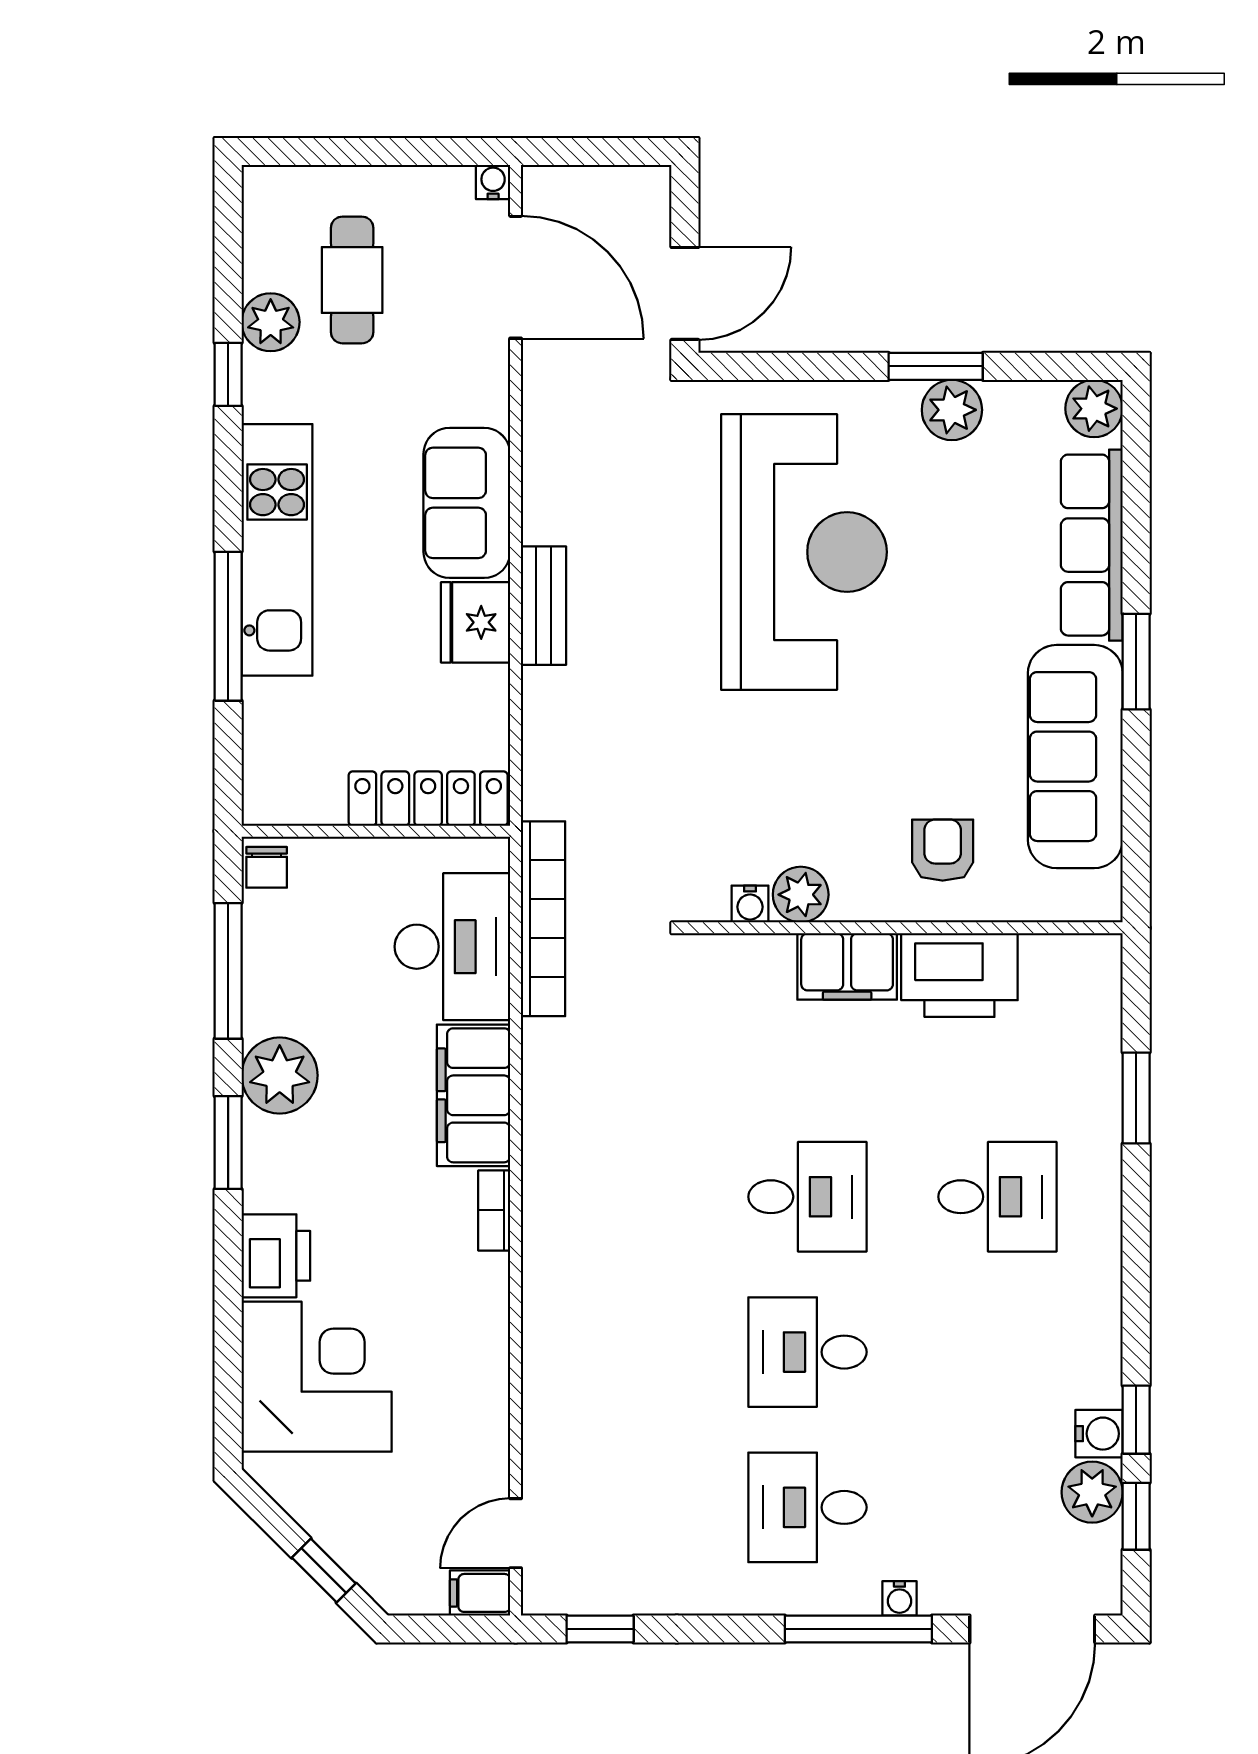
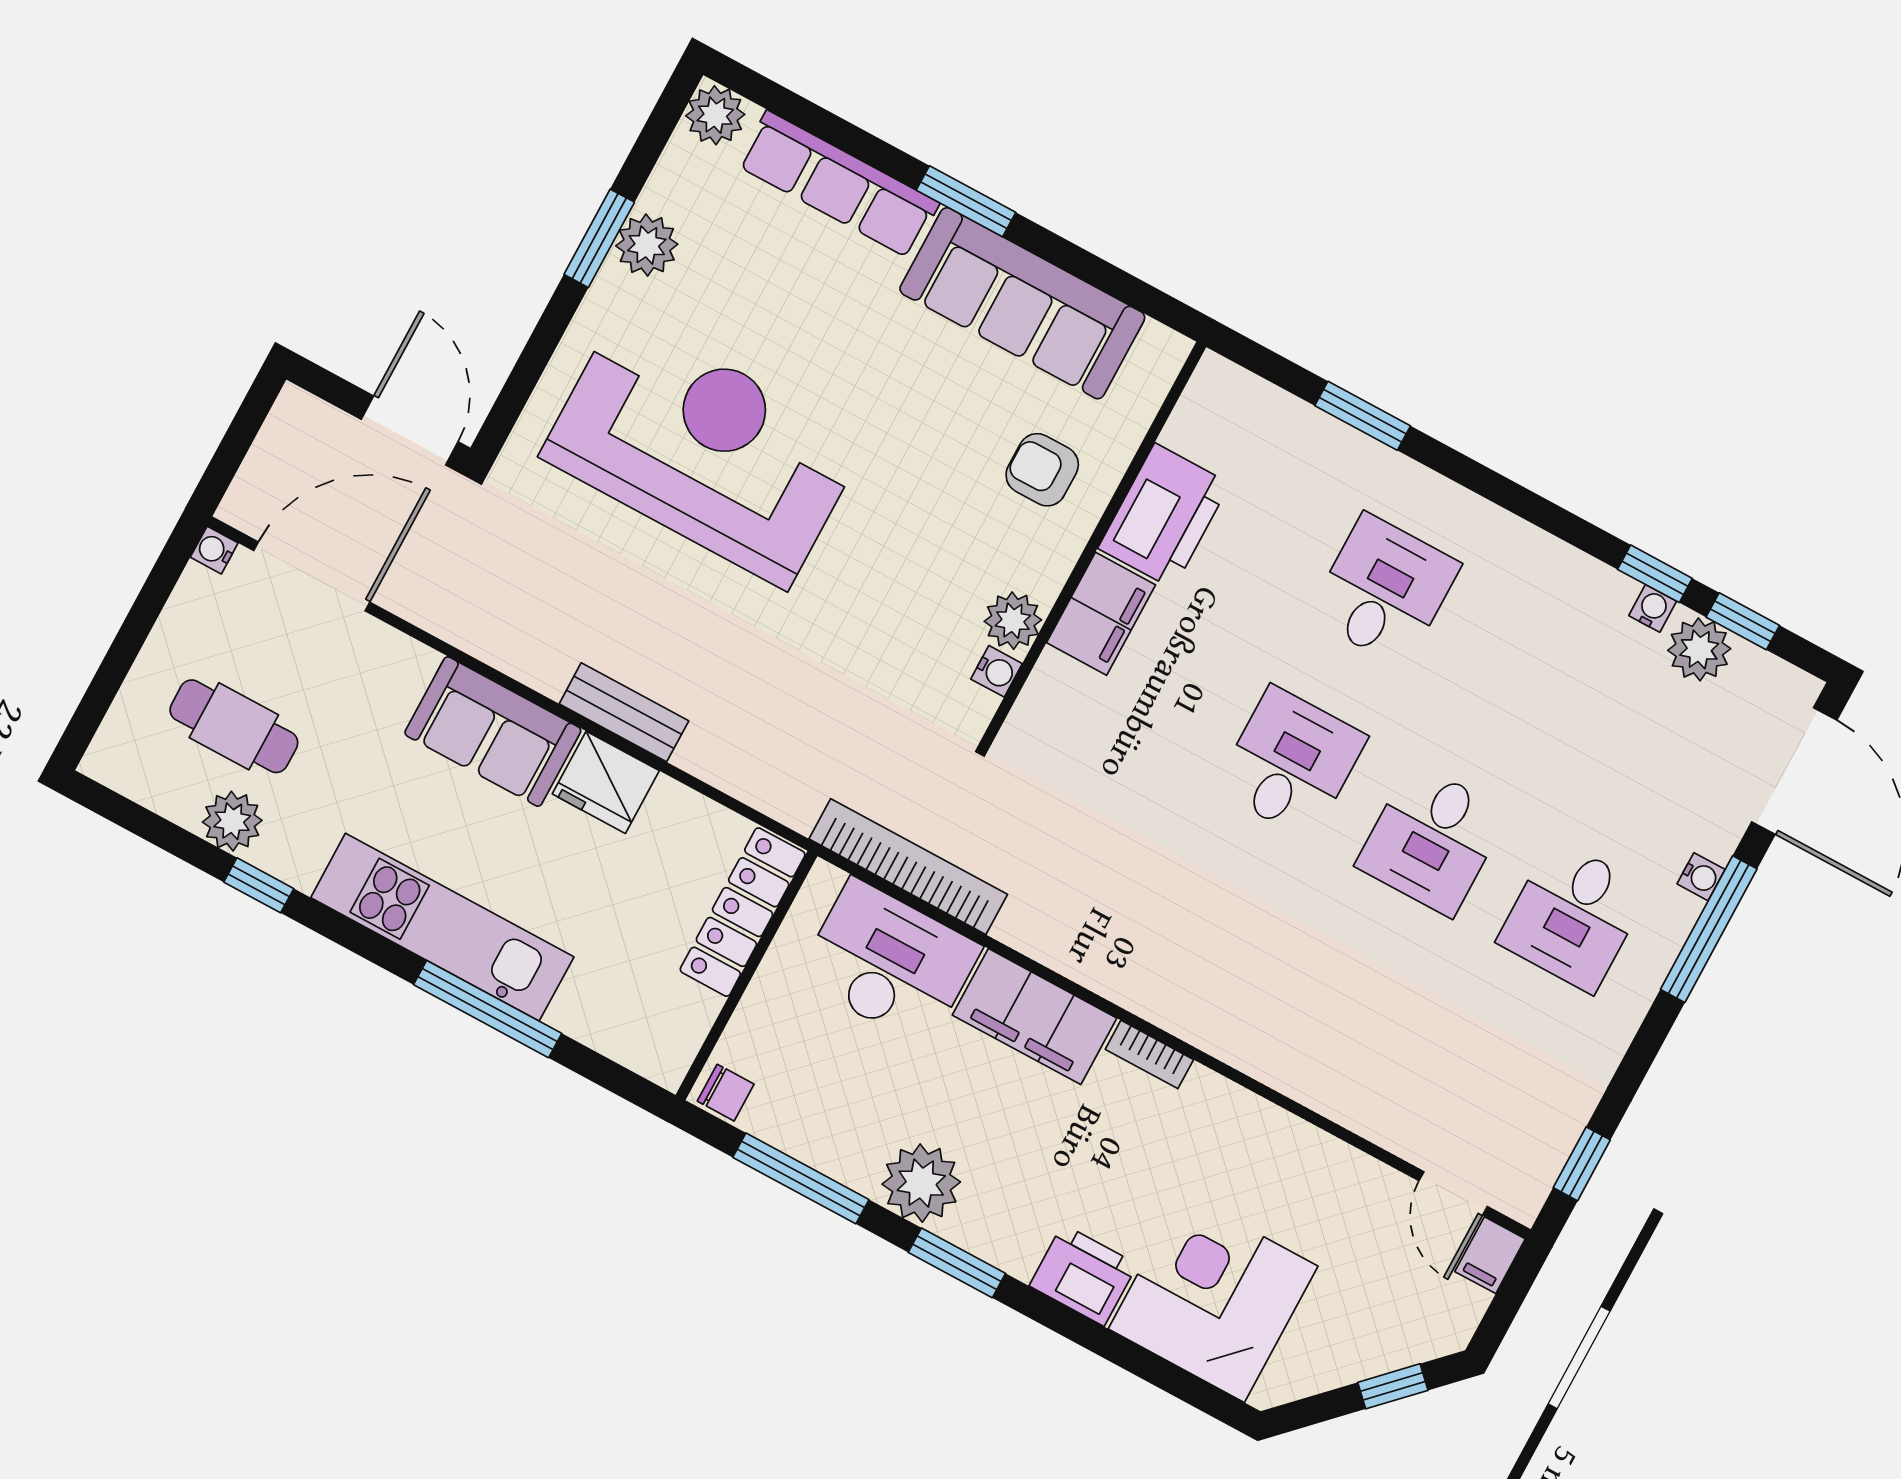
water cooler: (1099, 1434) -> (1653, 608), width x0.72, depth x0.72

